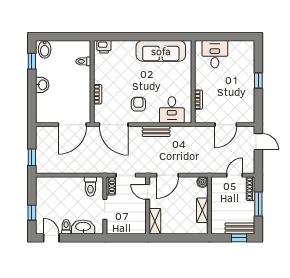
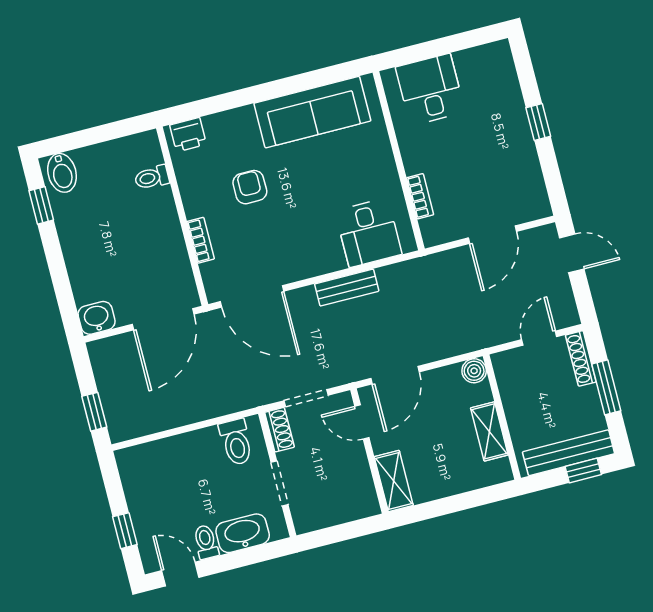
washbasin: (42, 85) -> (97, 318), moved, turned -90
armchair: (138, 104) -> (250, 187), moved
bench: (240, 228) -> (569, 453), width x1.36

